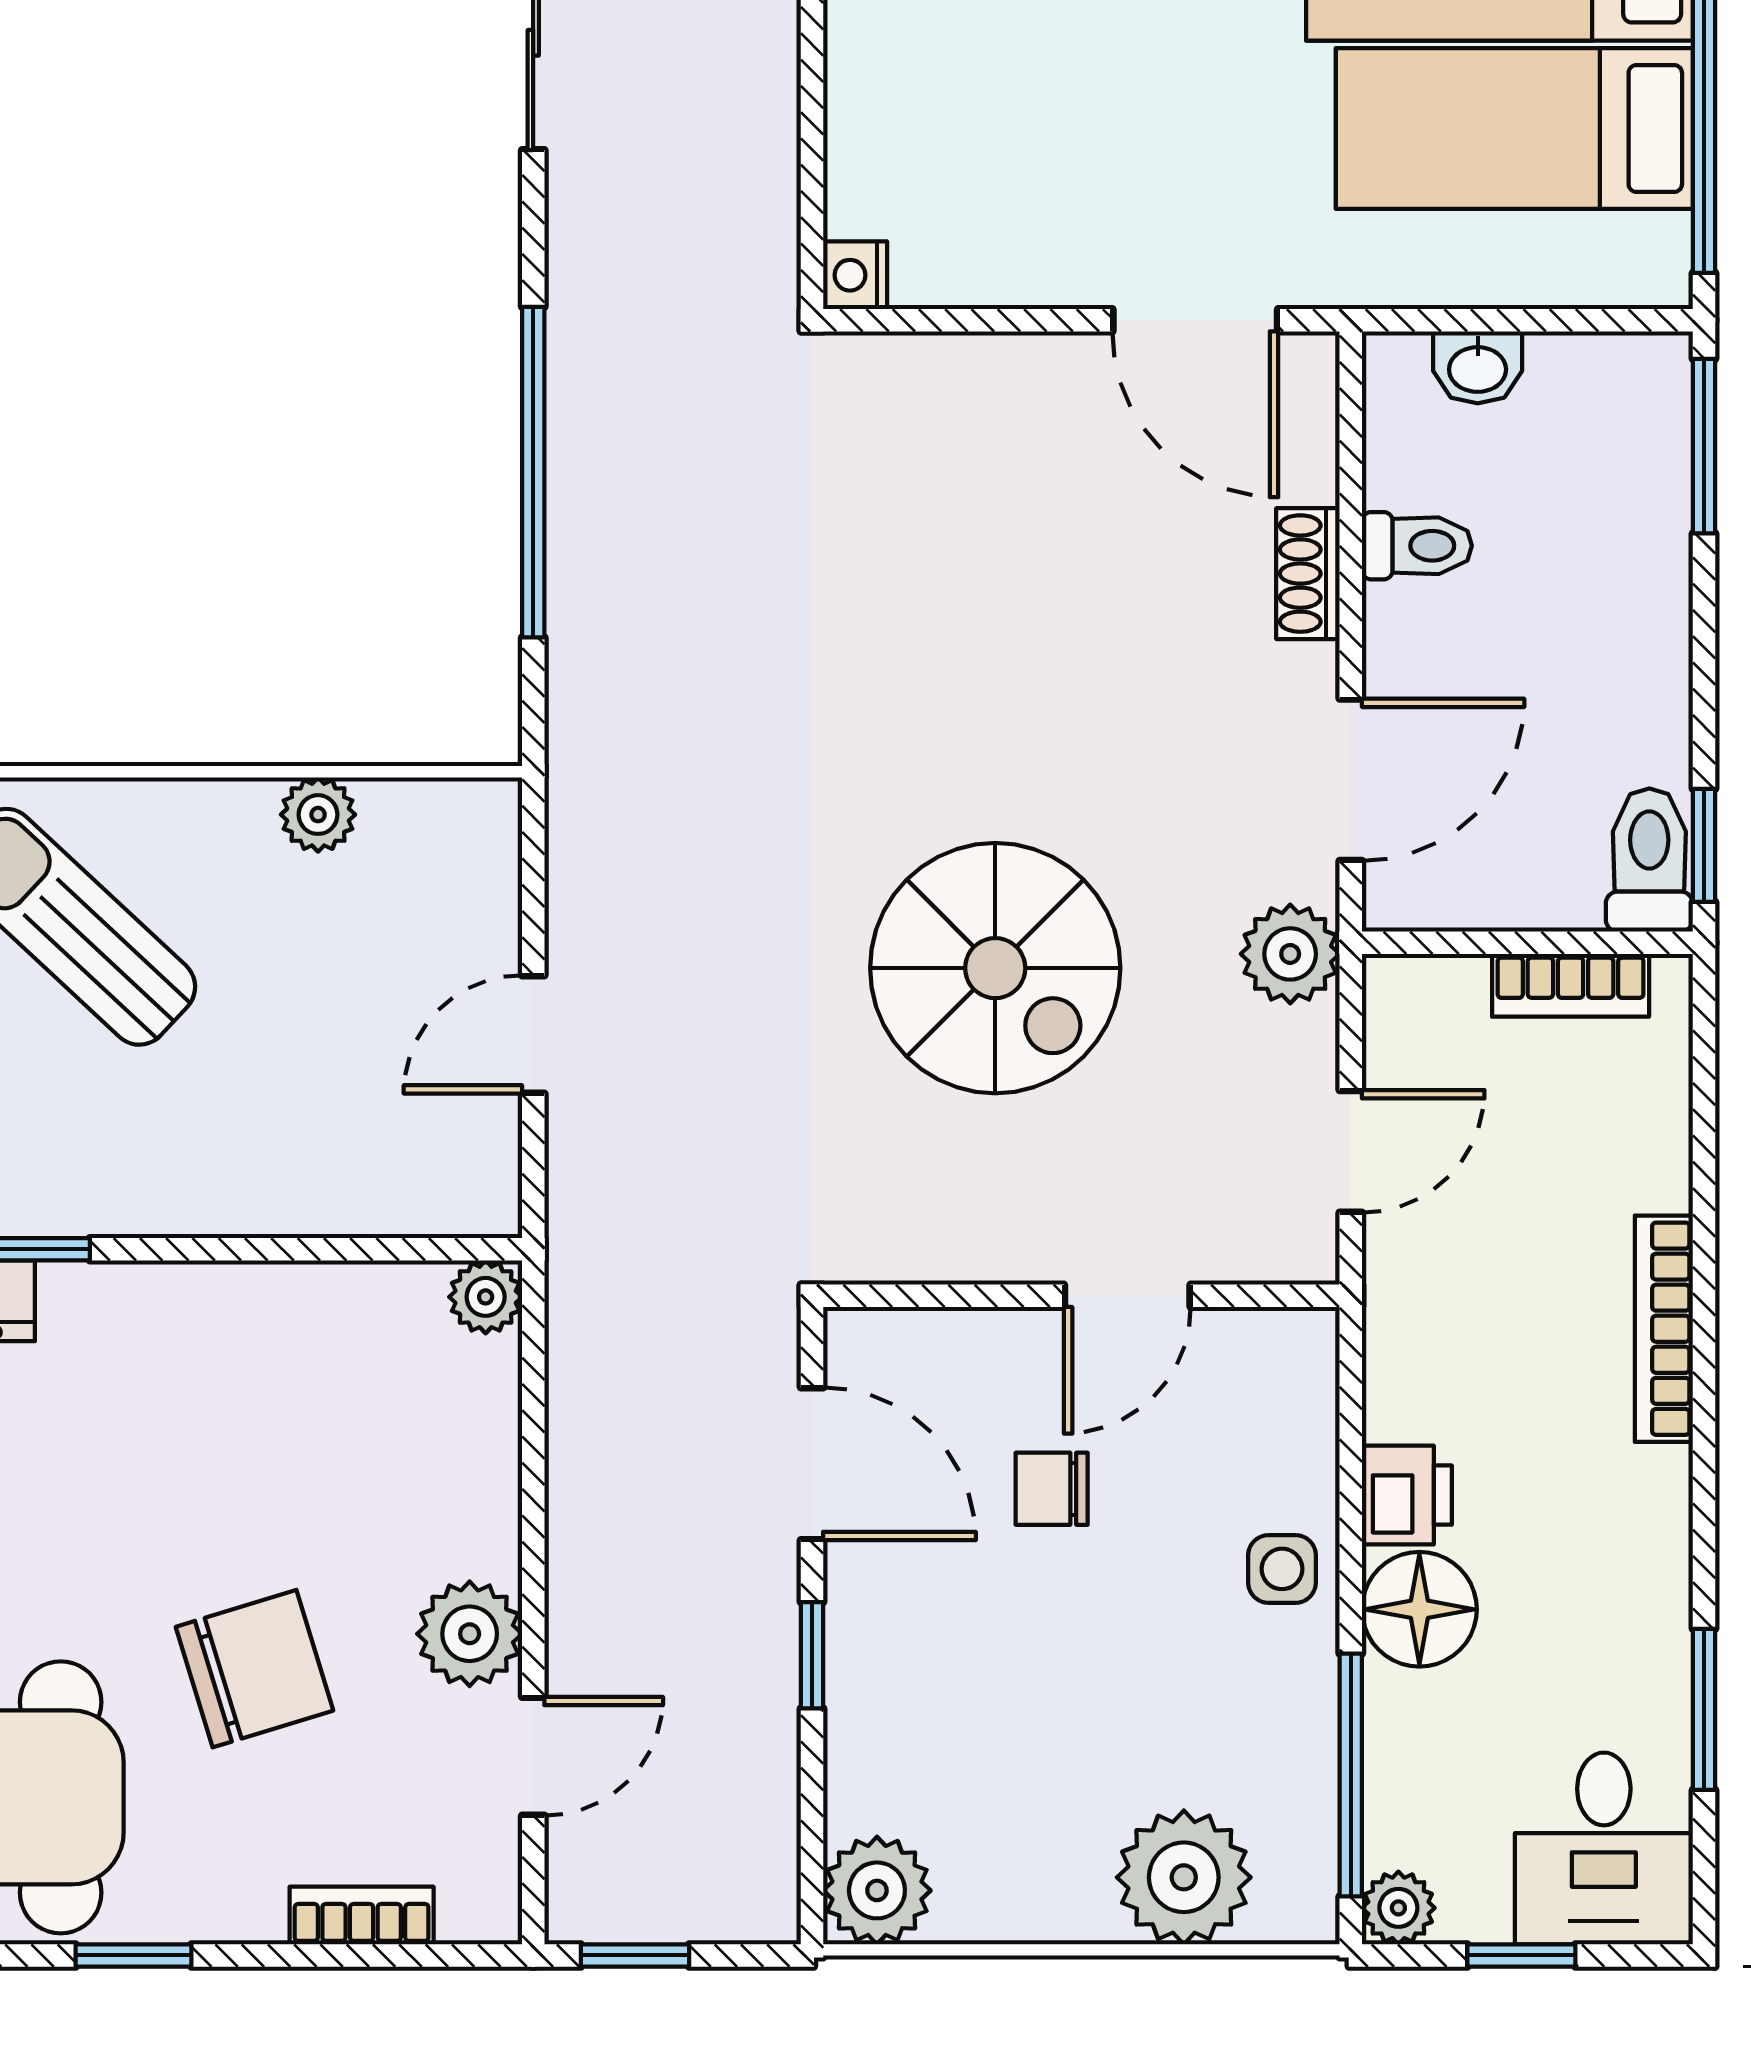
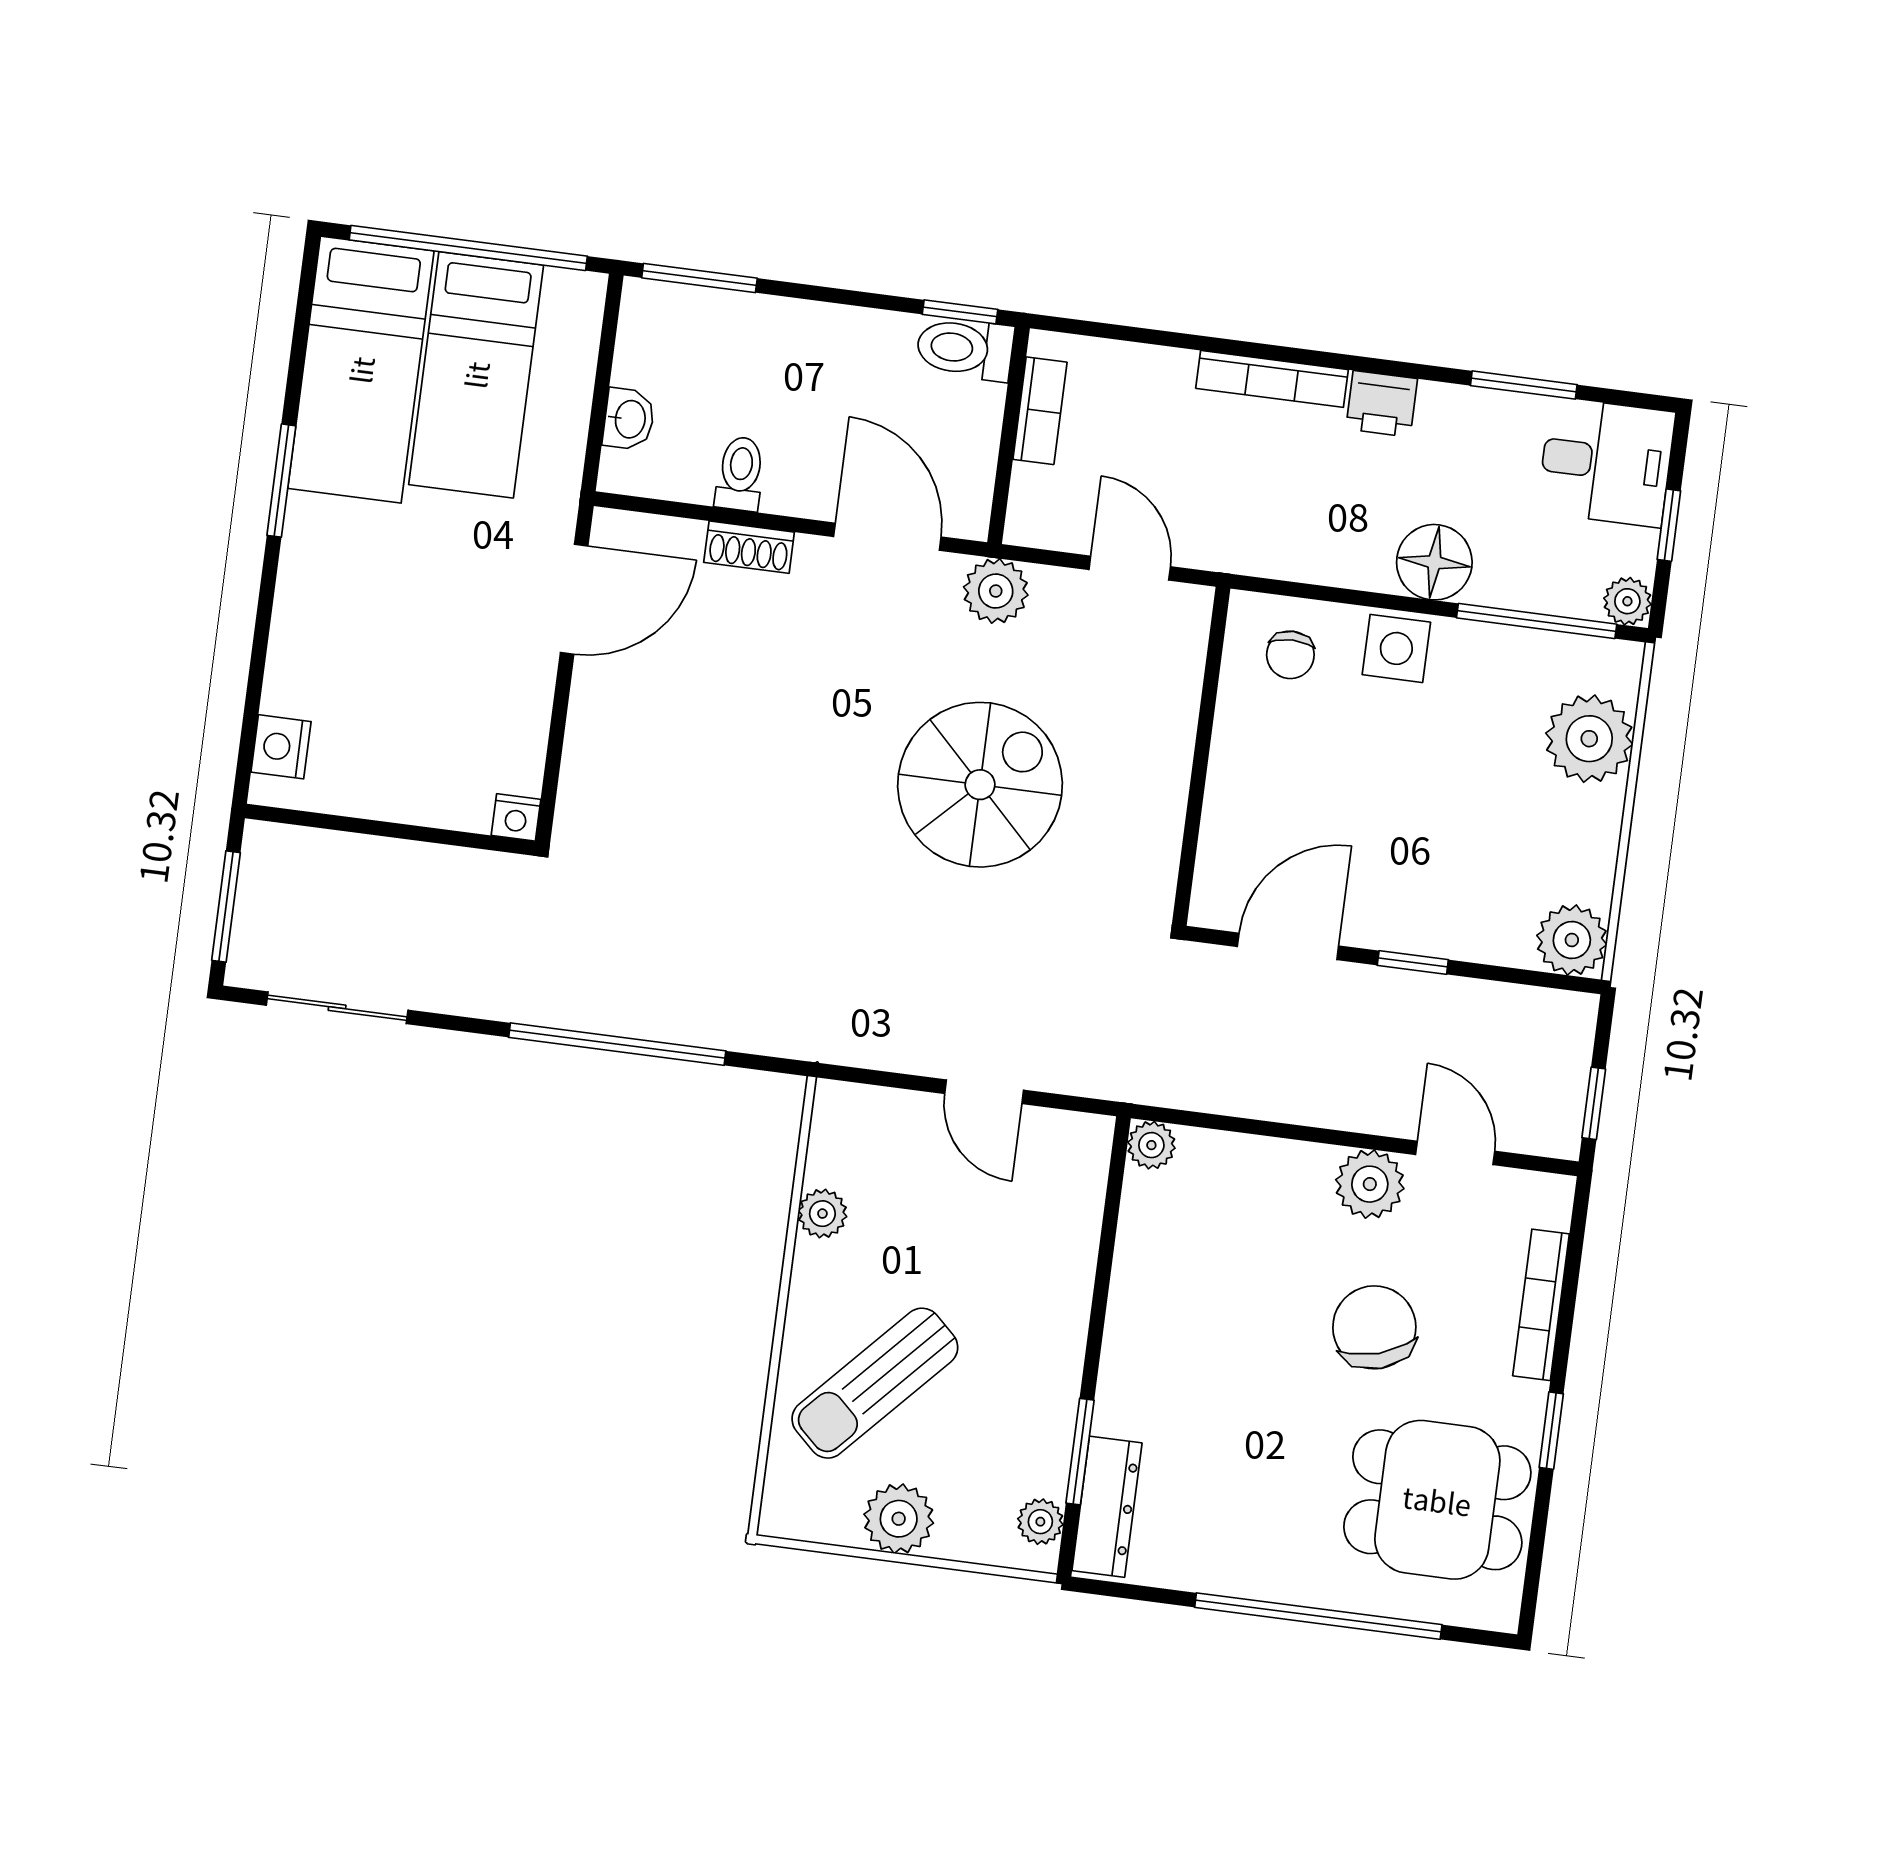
door: (1127, 1296) -> (1205, 726), removed
chair: (1052, 1489) -> (1290, 655), moved
printer: (1407, 1495) -> (1382, 404), moved, turned 180
side table: (1282, 1569) -> (1396, 648), width x1.37, depth x1.37
bookcase: (362, 1915) -> (1541, 1305), width x1.56

